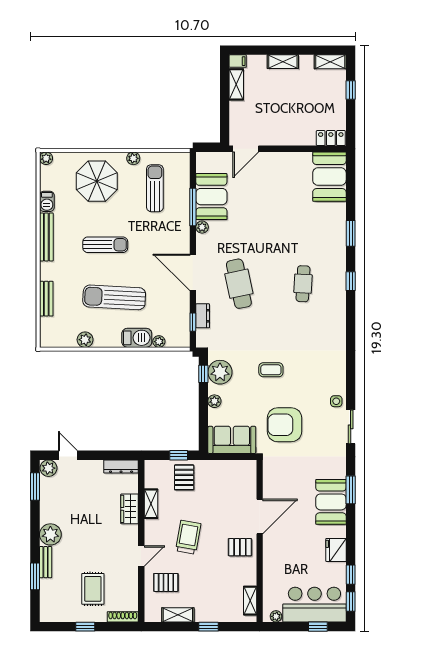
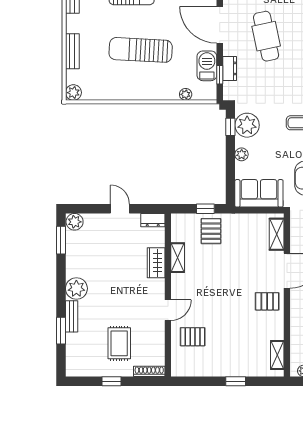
barbecue: (137, 338) -> (207, 66), moved, turned -90
plant: (85, 340) -> (73, 93), moved
door: (68, 455) -> (120, 209), moved
dresser: (121, 466) -> (153, 220), width x0.70
trolley: (188, 537) -> (215, 291), removed
shelving: (178, 615) -> (277, 234), moved, turned 90

